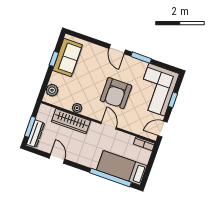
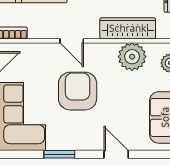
door: (117, 49) -> (116, 154), moved
plant: (77, 108) -> (132, 57), width x1.87, depth x1.87

